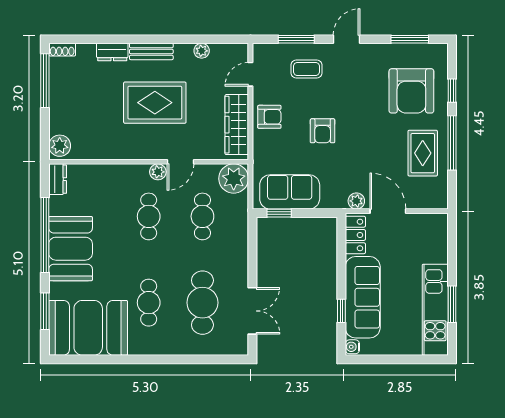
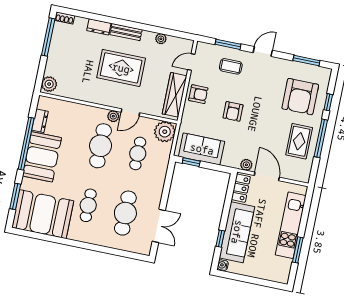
dresser: (58, 179) -> (40, 121), moved
cafe table: (149, 216) -> (101, 146), width x1.37, depth x1.35
kitchen unit: (435, 310) -> (291, 225), moved

